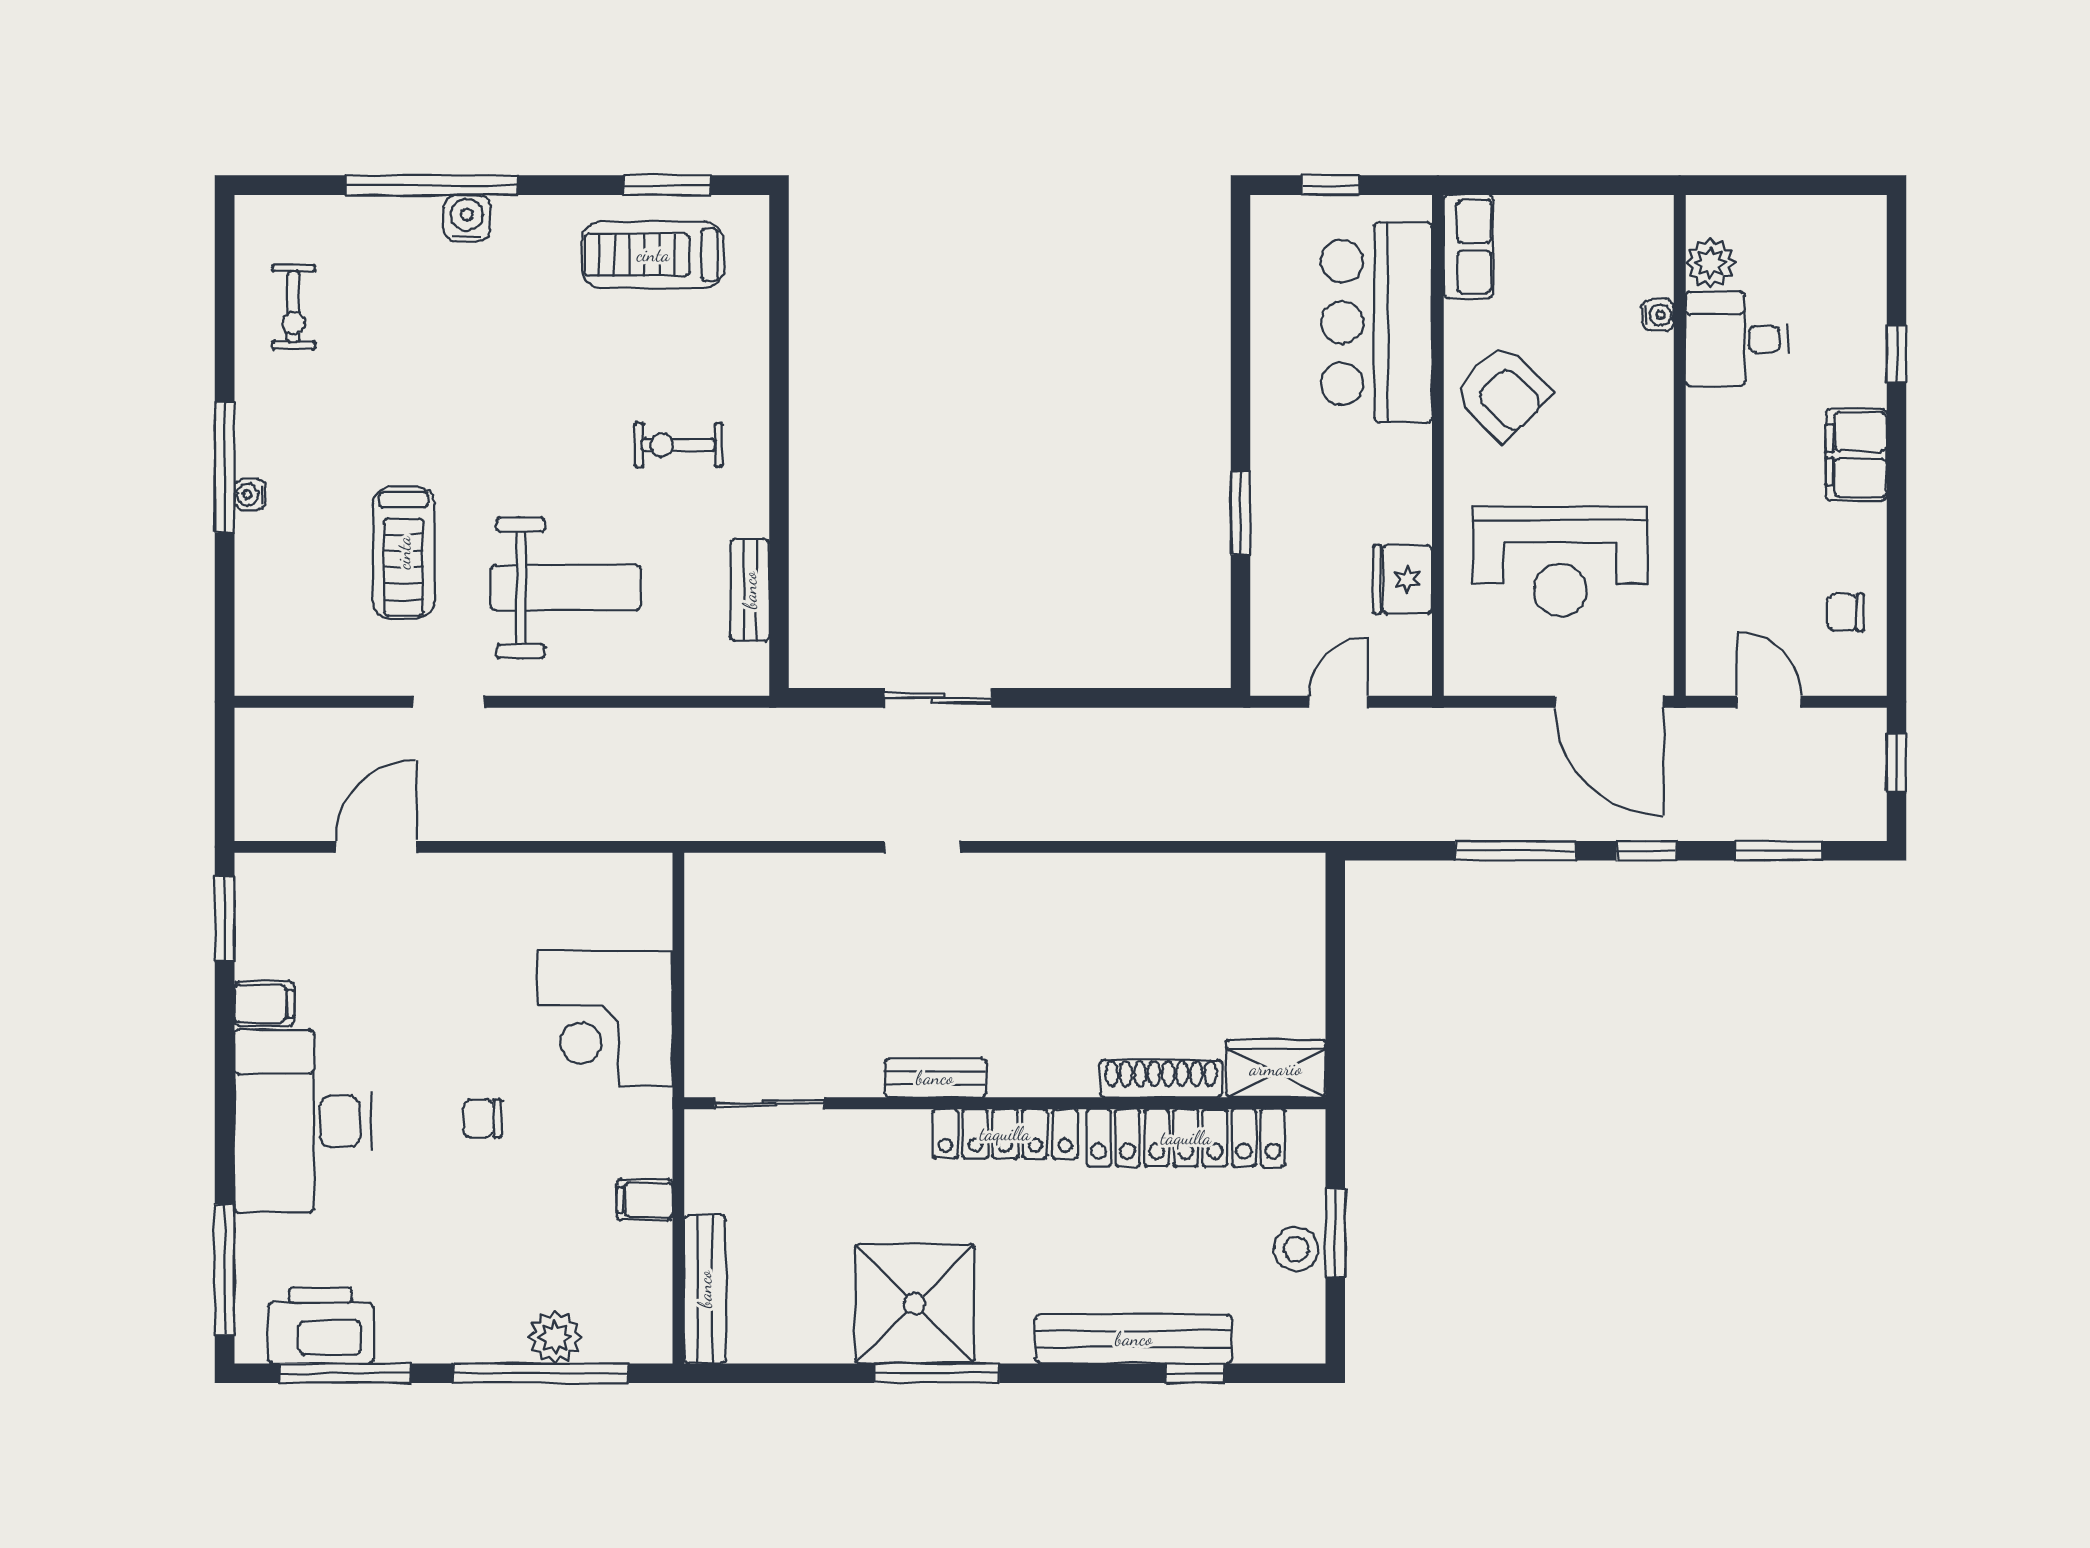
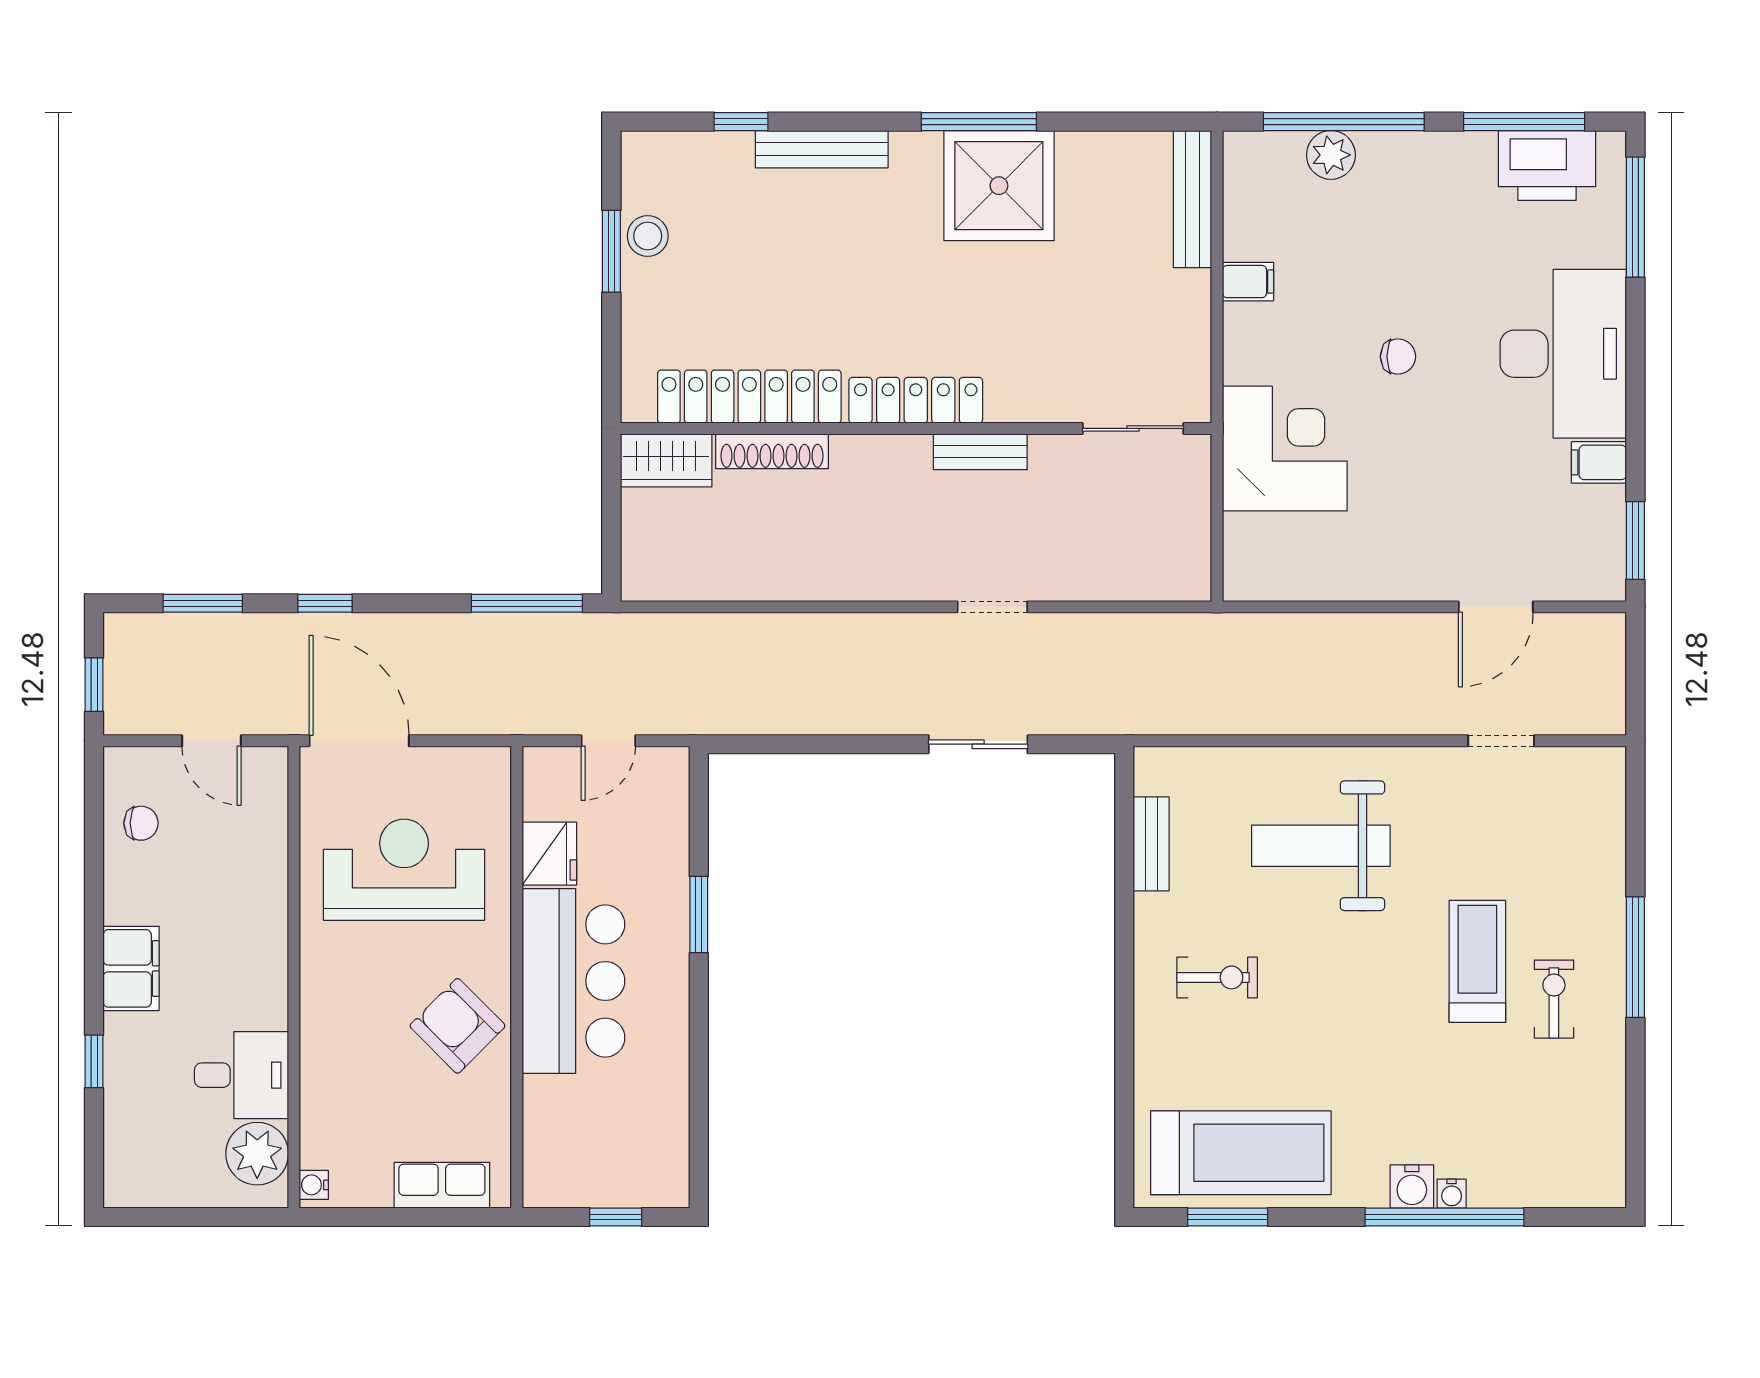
row of seats: (1468, 247) -> (442, 1185), moved, turned 90
treadmill: (653, 255) -> (1241, 1153), width x1.37, depth x1.38
plant: (1710, 263) -> (257, 1154), width x1.36, depth x1.36
exercise bike: (294, 307) -> (1554, 999), moved
water cooler: (1658, 315) -> (314, 1185), moved
bar counter: (1376, 322) -> (573, 981), moved
water cooler: (250, 495) -> (1452, 1194), moved, turned 90
treadmill: (404, 553) -> (1477, 961), moved
doorway: (448, 702) -> (1501, 741), moved
window: (1516, 851) -> (527, 603), moved
wardrobe: (1276, 1069) -> (666, 460), moved
bench: (935, 1078) -> (980, 452), moved
shoe rack: (1161, 1079) -> (772, 451), moved
sliding door: (770, 1103) -> (1133, 428), moved
wall: (1005, 1103) -> (916, 428), moved
locker: (1005, 1134) -> (916, 400), moved
locker: (1186, 1138) -> (749, 397), moved
bench: (1134, 1339) -> (822, 149), width x0.73, depth x0.82

